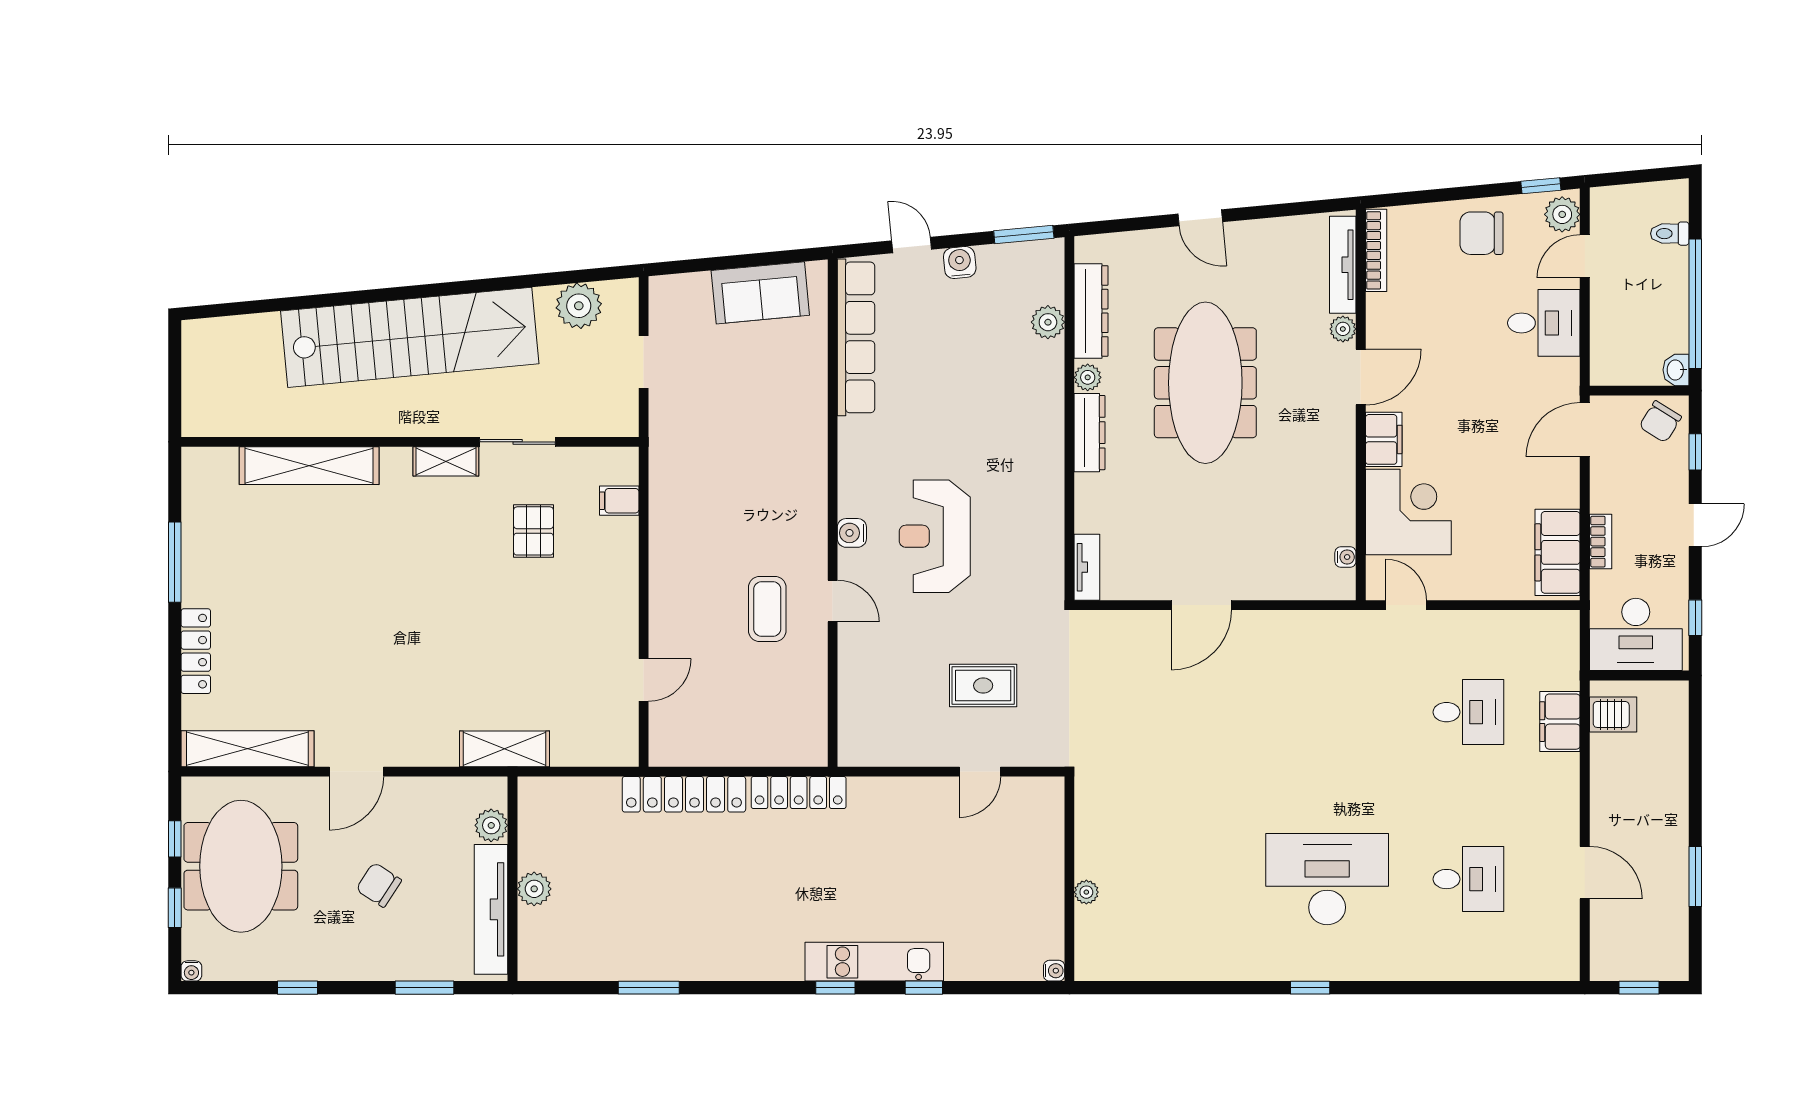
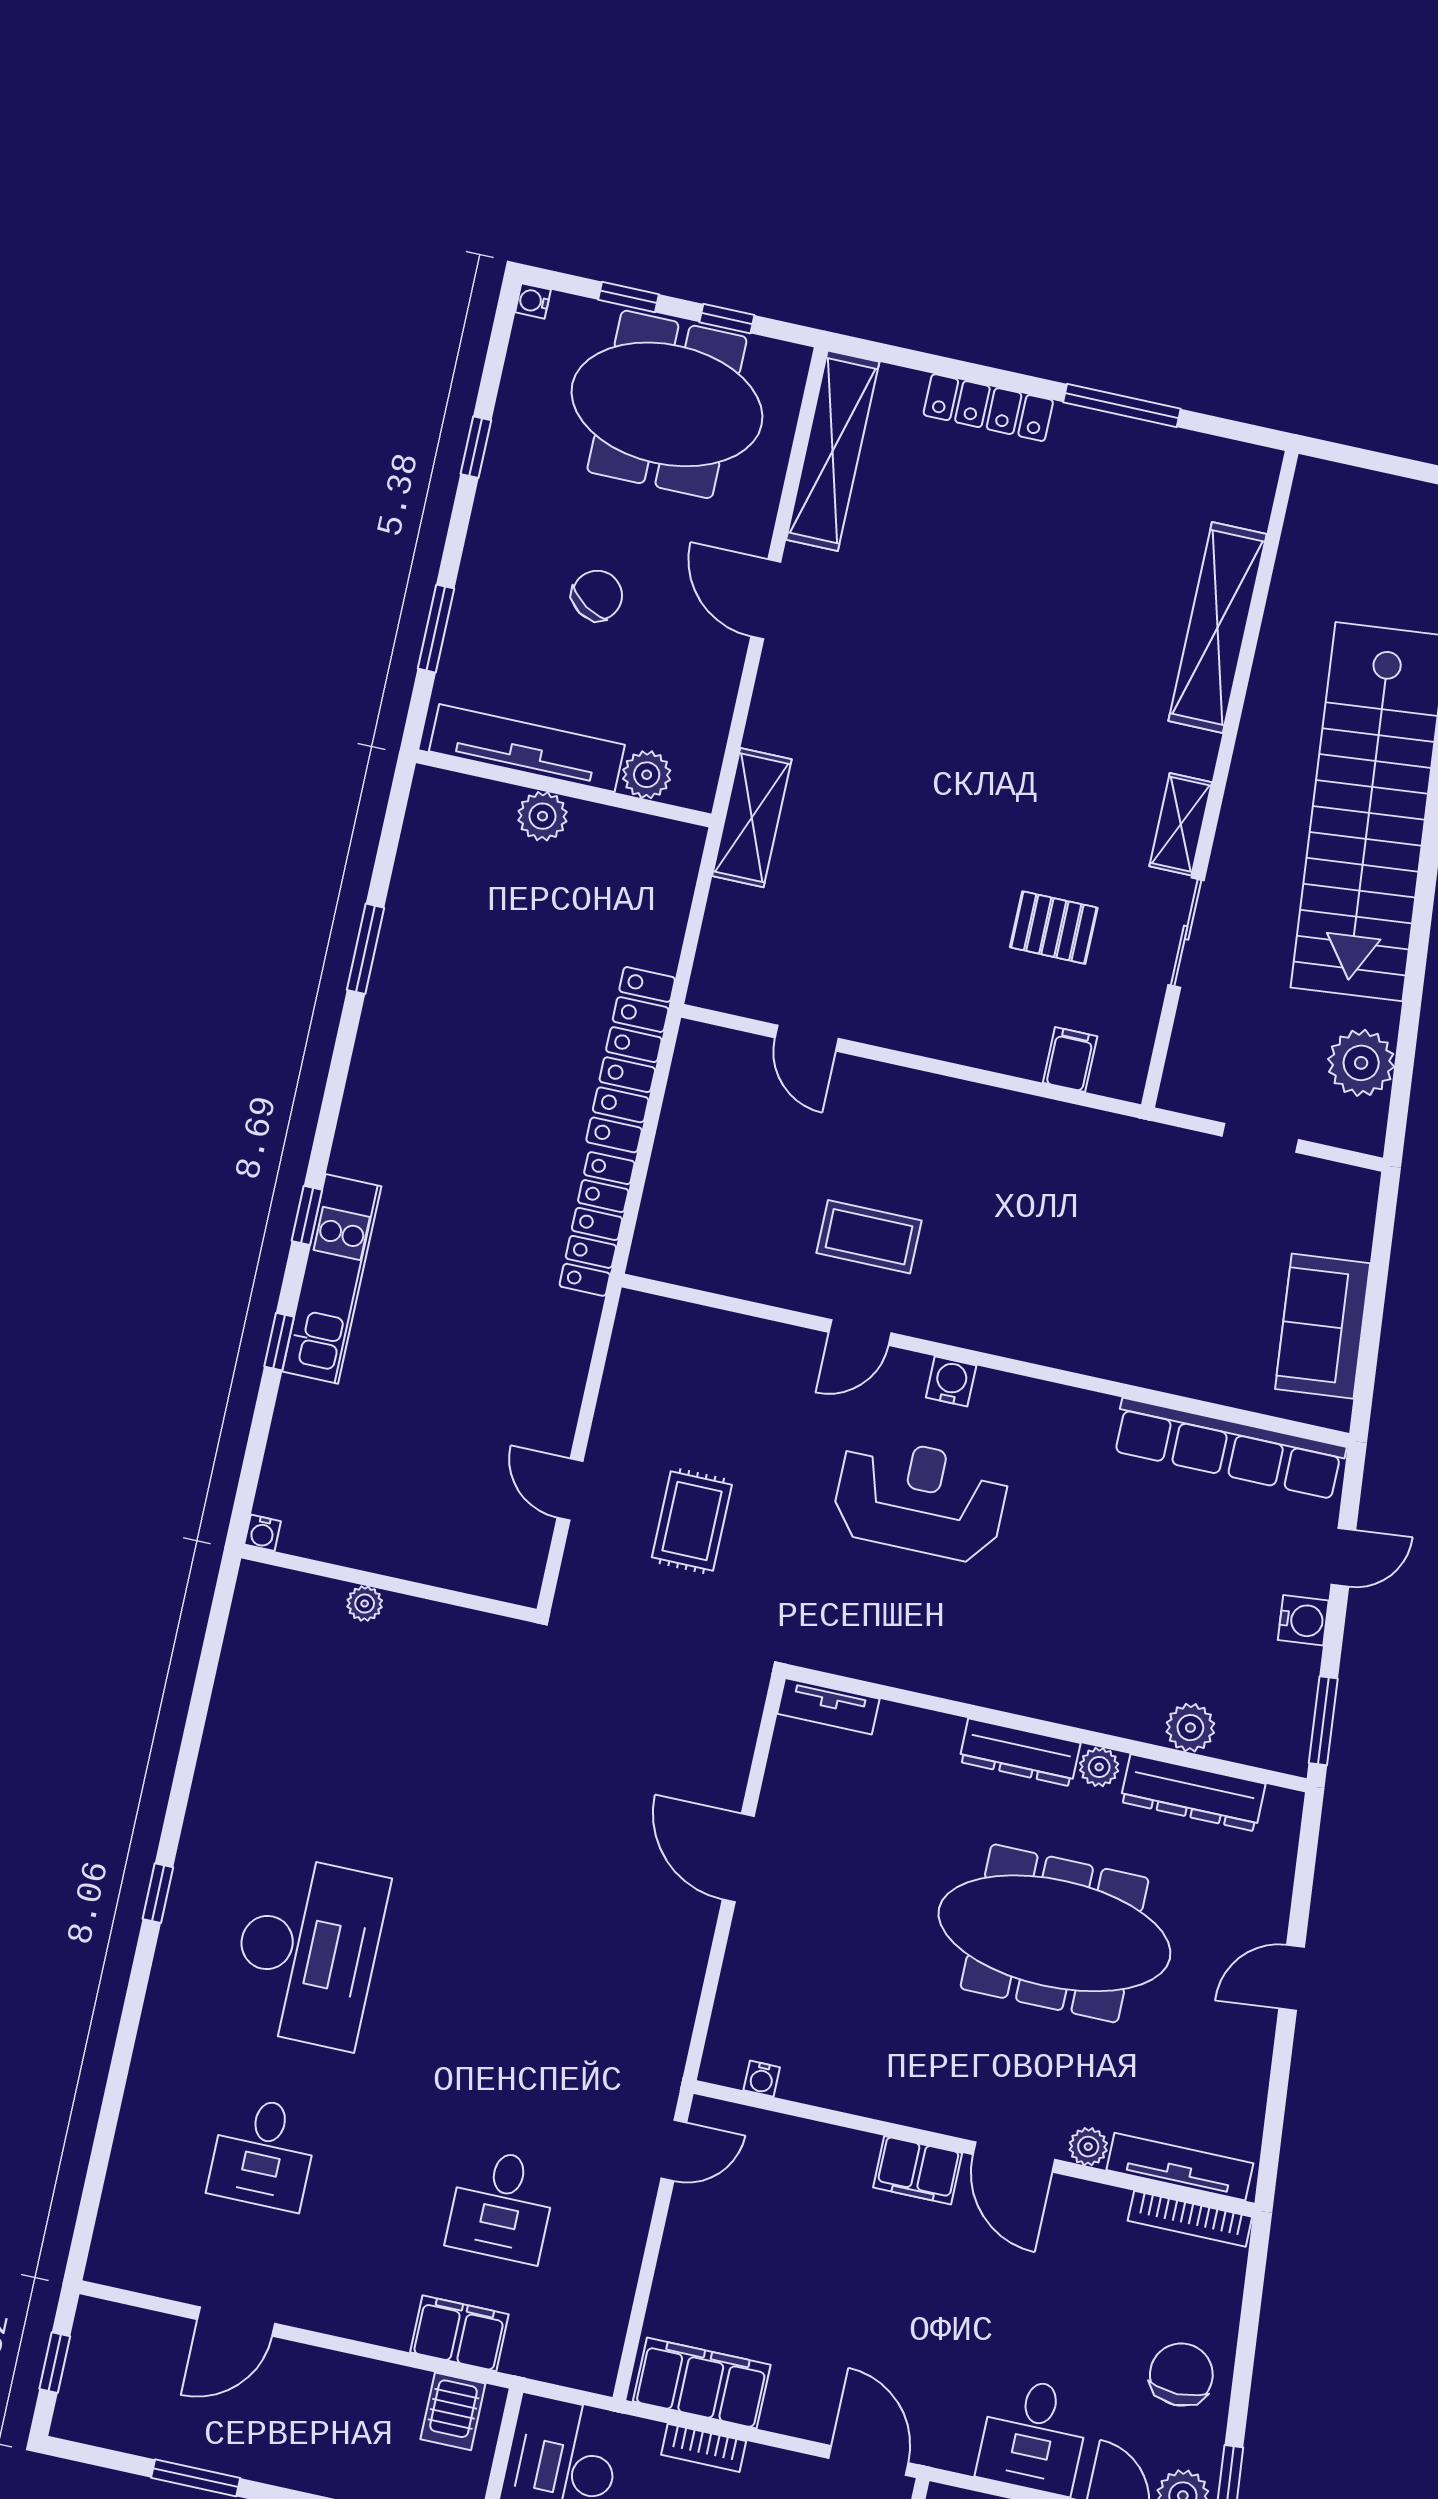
corner desk: (1408, 512) -> (806, 2183), removed

